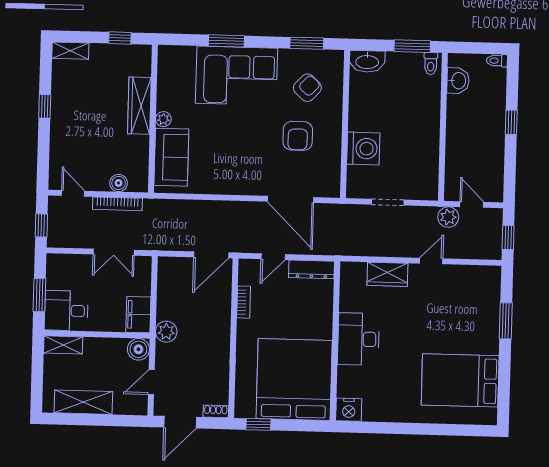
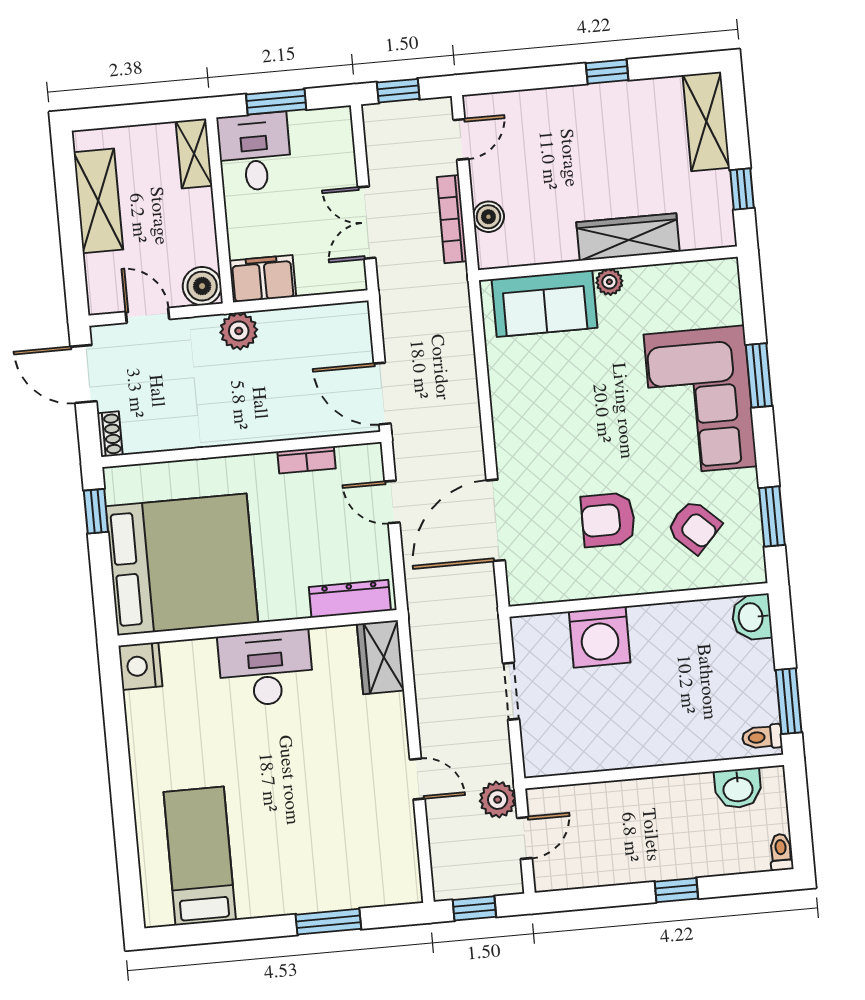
shelving: (70, 51) -> (706, 121), width x1.50, depth x1.33
washbasin: (367, 61) -> (752, 617), width x0.72
dresser: (312, 269) -> (350, 599), moved, turned 90
wardrobe: (387, 274) -> (381, 657), moved
bed: (460, 380) -> (200, 856), width x0.67

